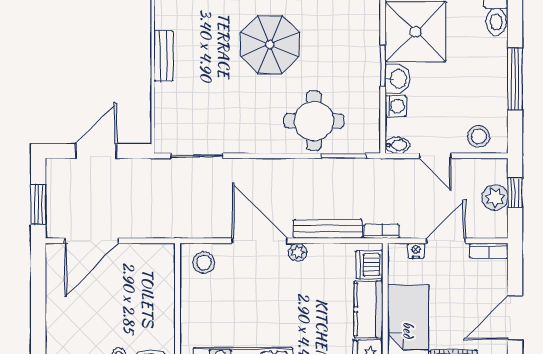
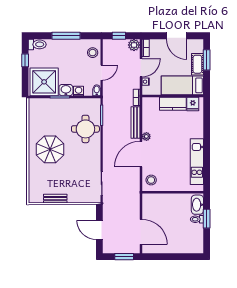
plant: (495, 198) -> (134, 45), moved
door: (446, 241) -> (141, 68), swing flipped
dishwasher: (369, 265) -> (152, 103), removed

